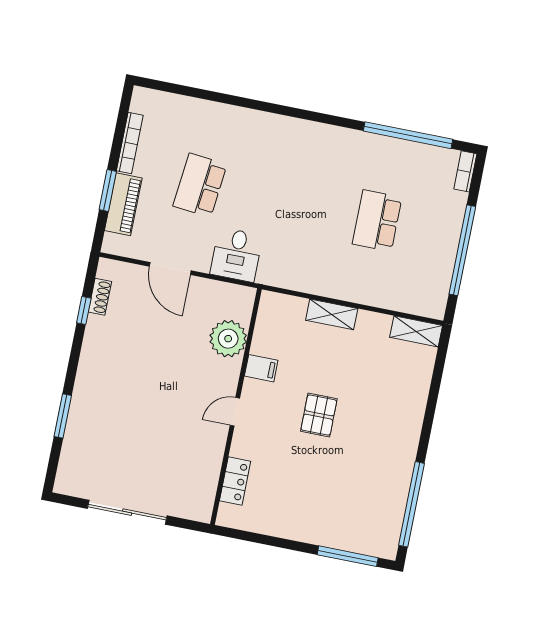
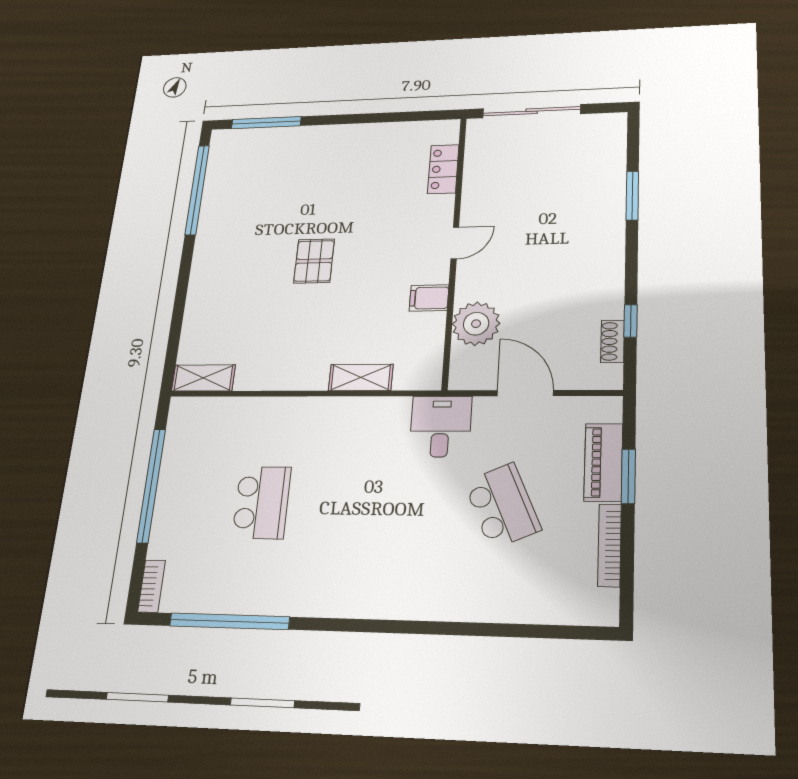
school desk: (200, 185) -> (502, 506), turned -30
shelving: (332, 314) -> (361, 377), moved
plant: (228, 339) -> (476, 324), moved
filing cabinet: (261, 368) -> (429, 298), moved
wall: (236, 407) -> (454, 249), moved
door: (235, 412) -> (455, 243), moved
locker: (235, 481) -> (443, 169), moved

